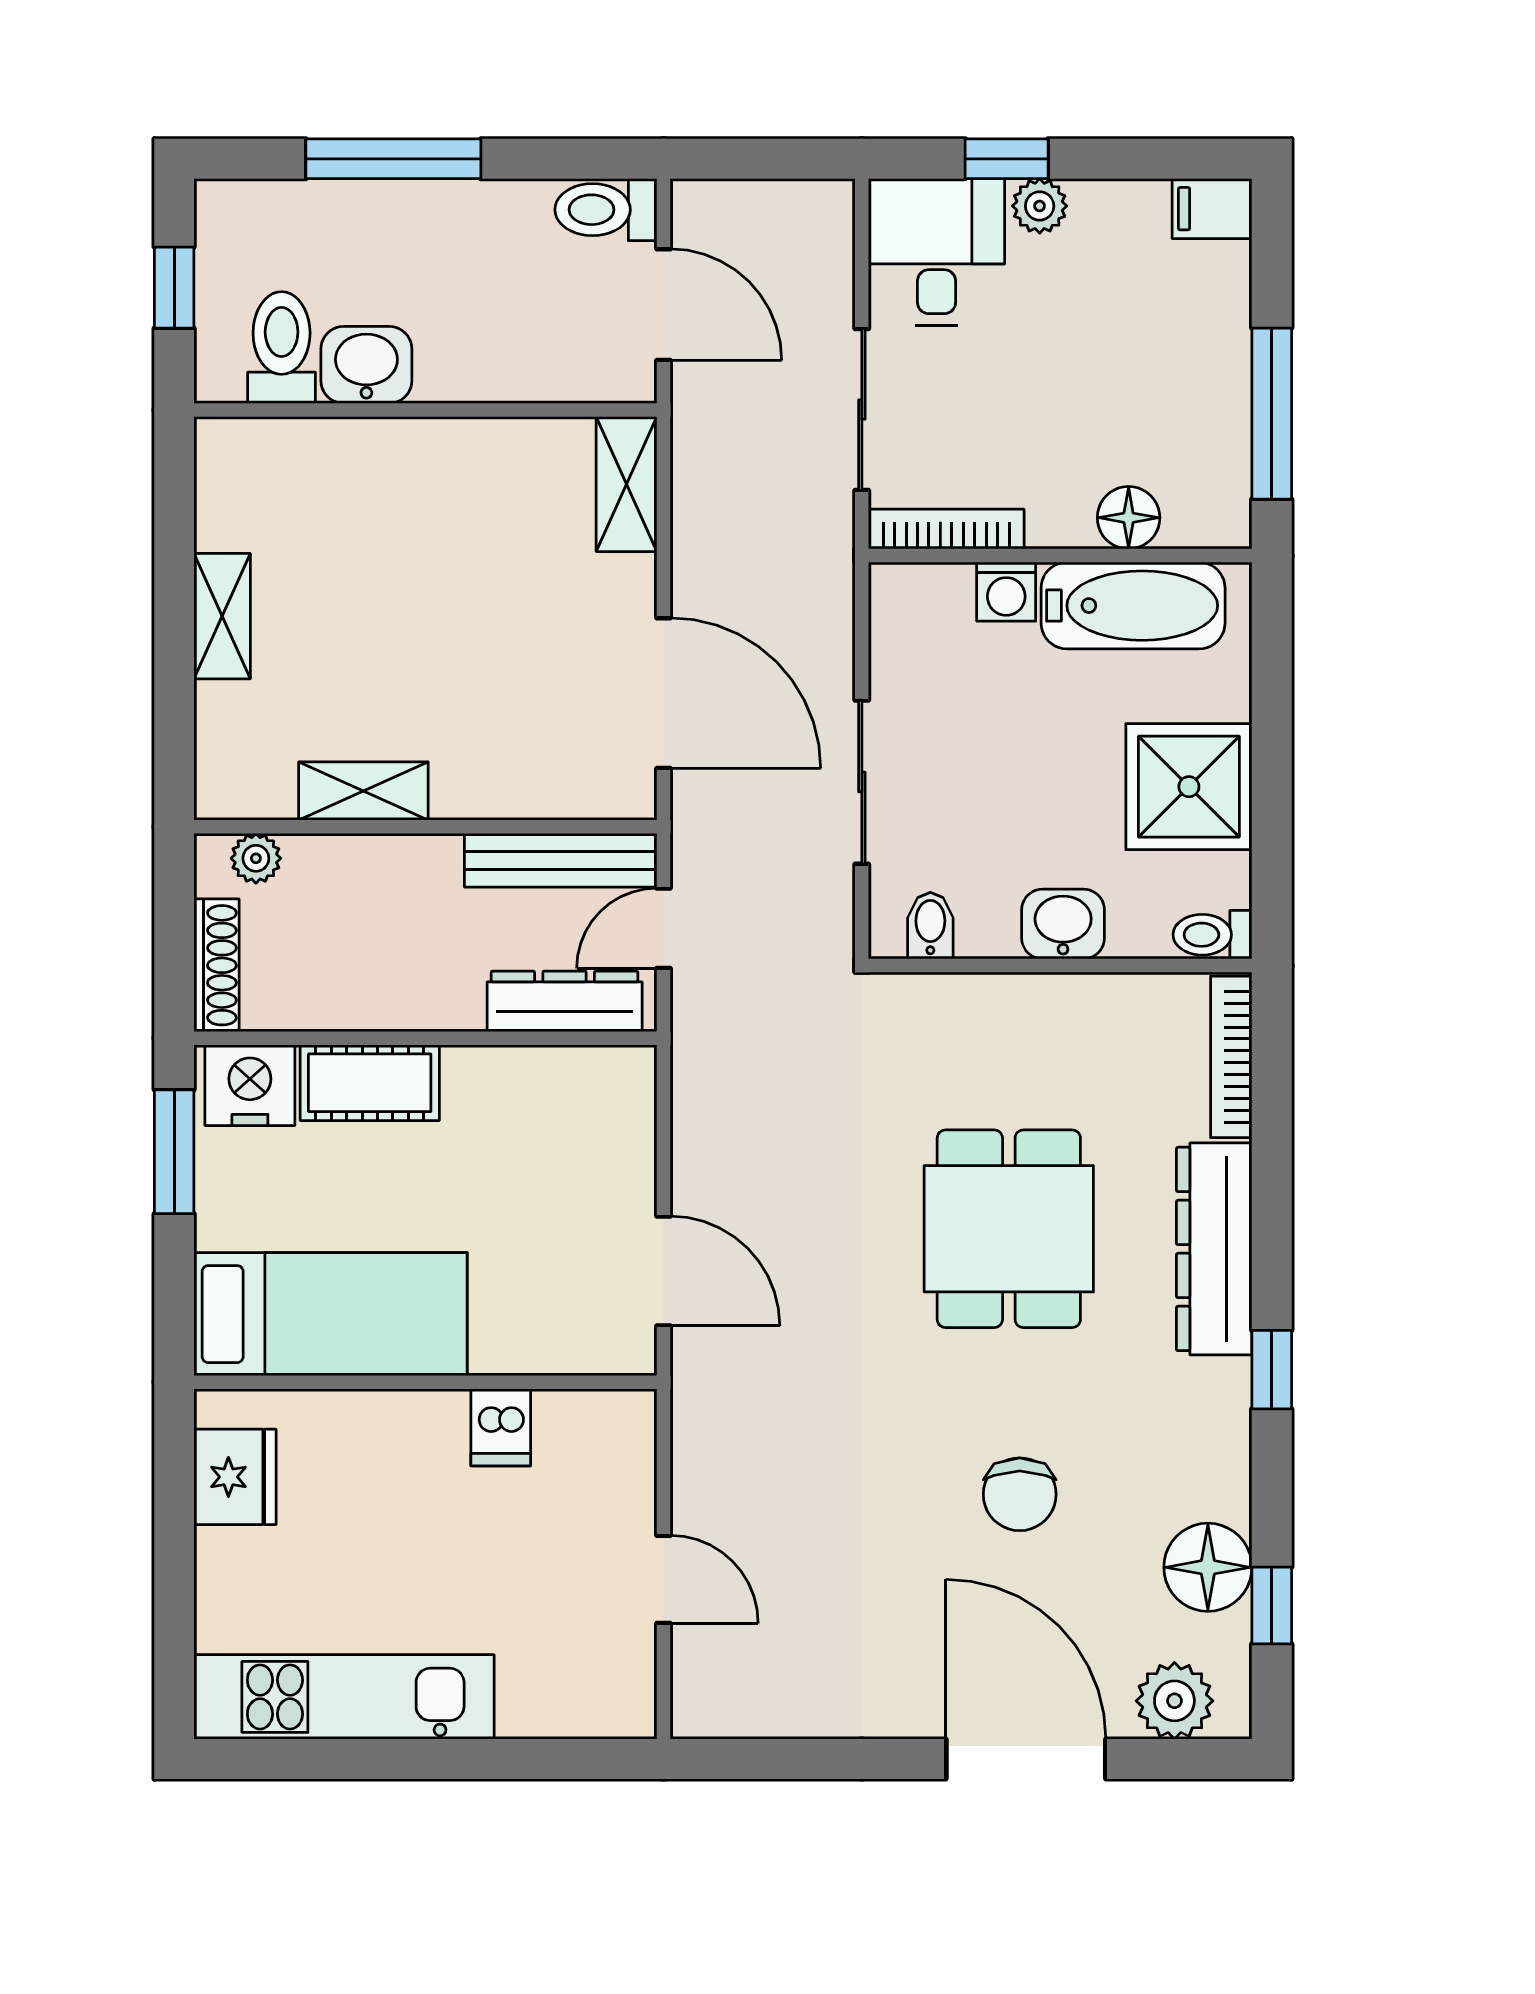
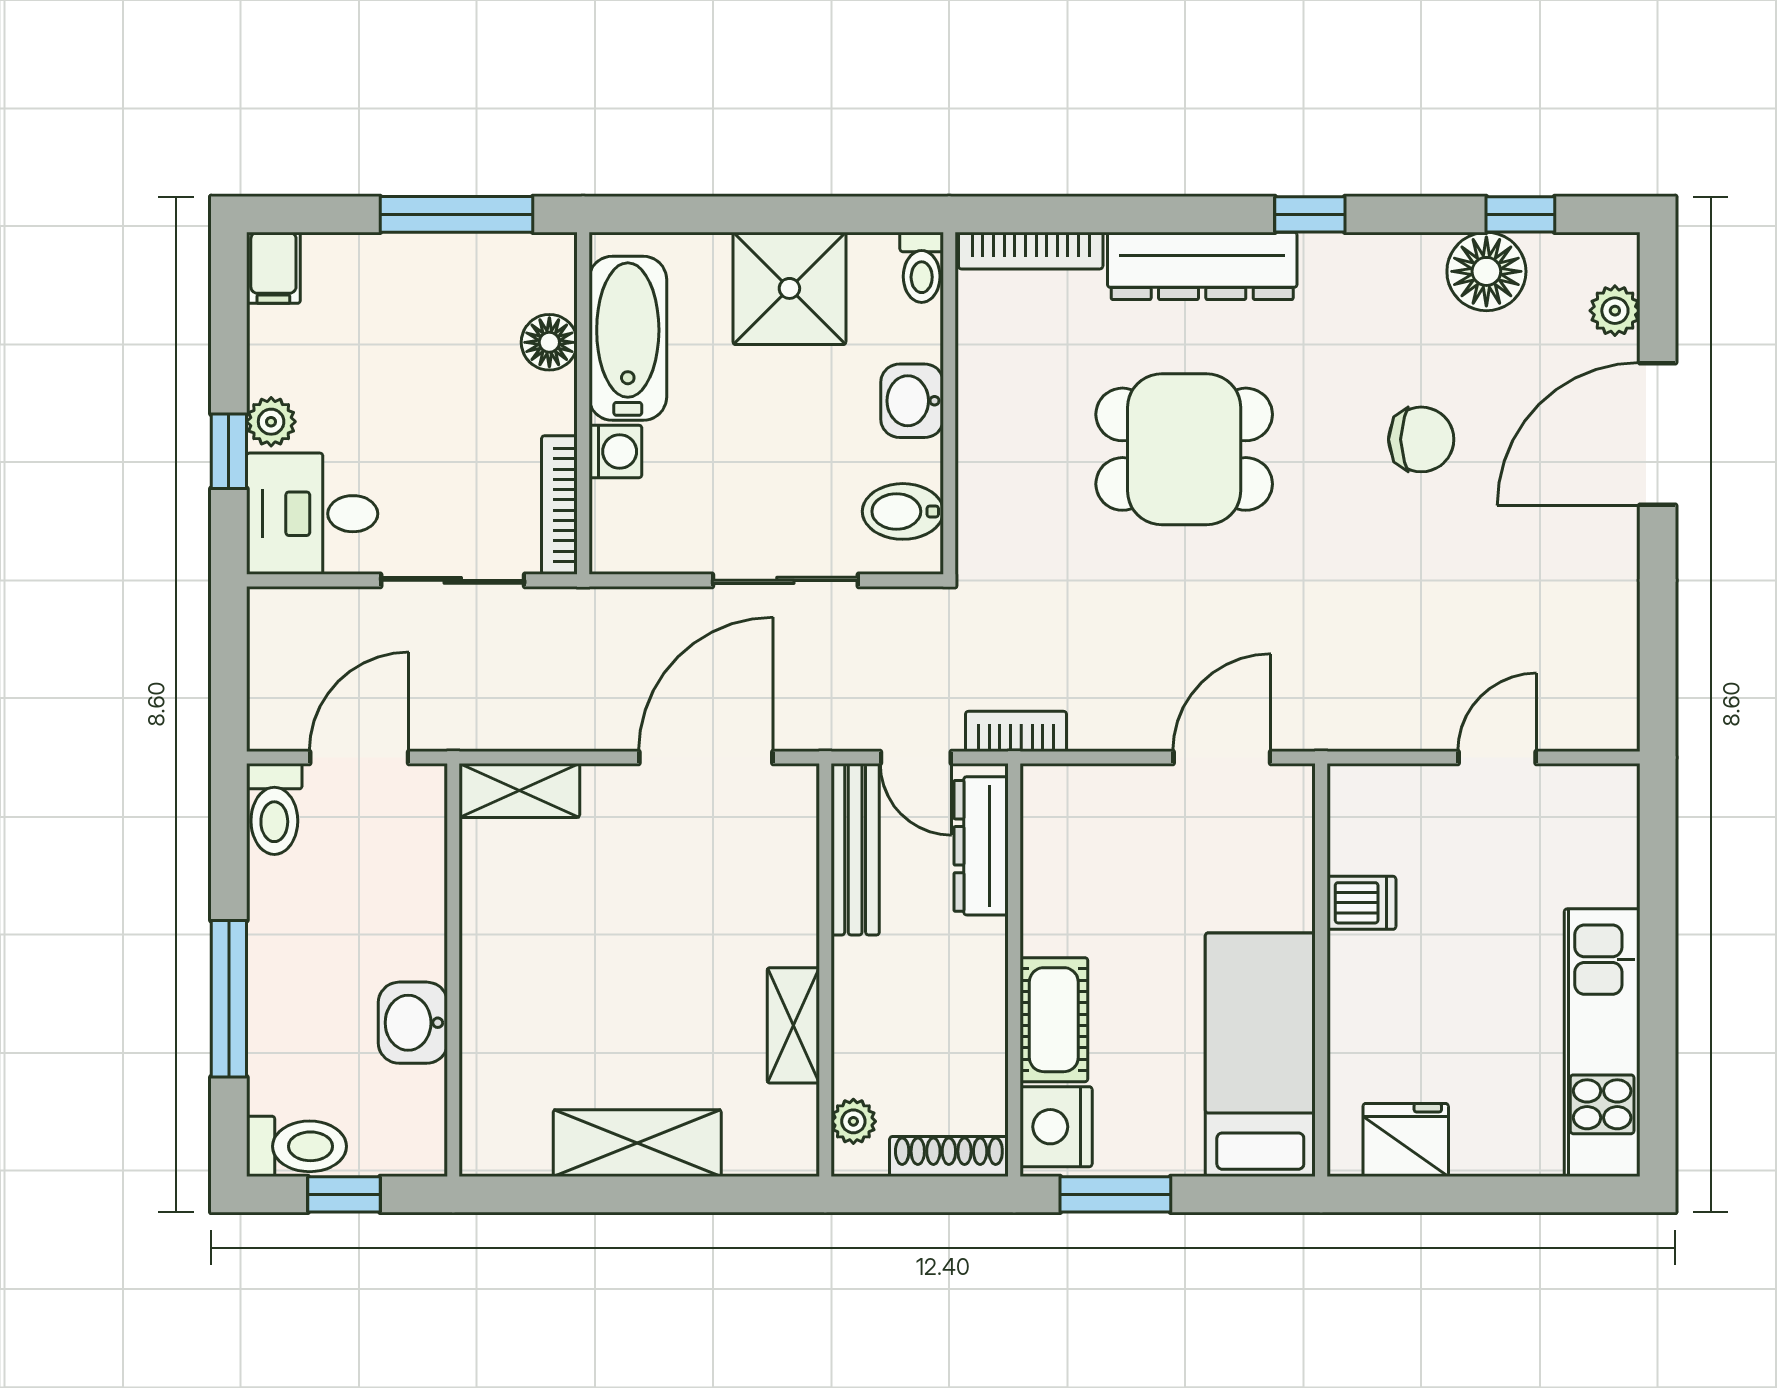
toilet: (282, 348) -> (297, 1146), moved, turned 180
shelving: (222, 616) -> (637, 1143), width x1.50, depth x1.33
bidet: (930, 926) -> (903, 511), width x1.38, depth x1.36
bookcase: (693, 1040) -> (1016, 731), added
plant: (1174, 1701) -> (1615, 311), width x0.73, depth x0.73

